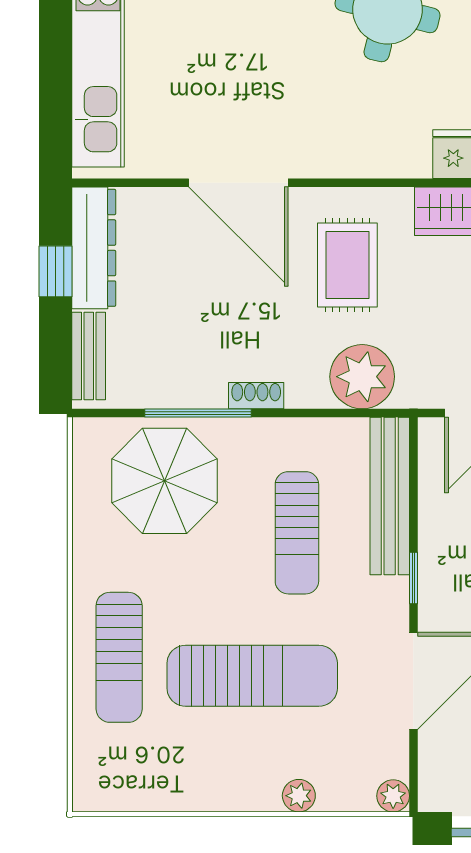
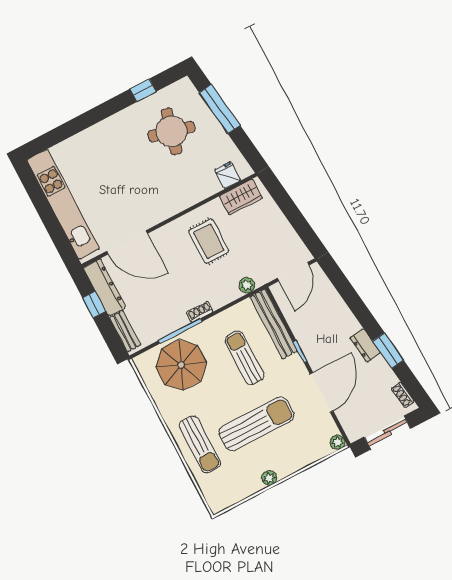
door: (238, 183) -> (127, 242), moved
plant: (362, 377) -> (247, 285), width x0.53, depth x0.53
sun lounger: (297, 533) -> (244, 358), turned 180
plant: (299, 796) -> (269, 478), moved

